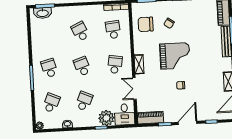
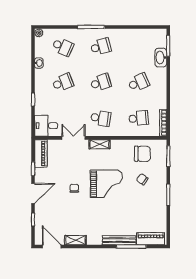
washbasin: (43, 13) -> (161, 57), moved
chair: (146, 24) -> (142, 154), turned 90
grand piano: (175, 56) -> (106, 184), turned -90
school desk: (84, 101) -> (63, 82), turned -45
plant: (106, 118) -> (43, 106), removed
door: (188, 123) -> (33, 193), hinge flipped

